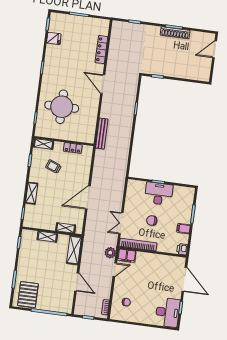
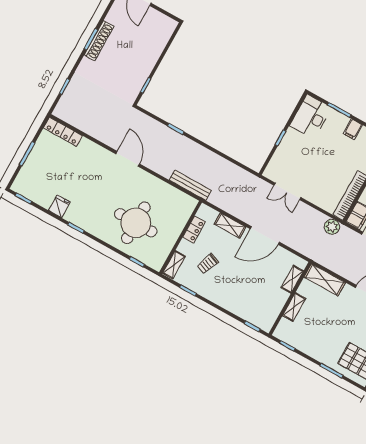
fridge: (54, 38) -> (59, 206), moved
locker: (101, 50) -> (63, 132), moved
door: (103, 84) -> (128, 159), swing flipped
shelving: (32, 193) -> (230, 225), moved
desk: (159, 194) -> (311, 117), moved
door: (88, 198) -> (265, 236), hinge flipped
chair: (152, 221) -> (326, 166), removed
double door: (121, 223) -> (287, 191), moved
plant: (110, 253) -> (332, 227), moved

